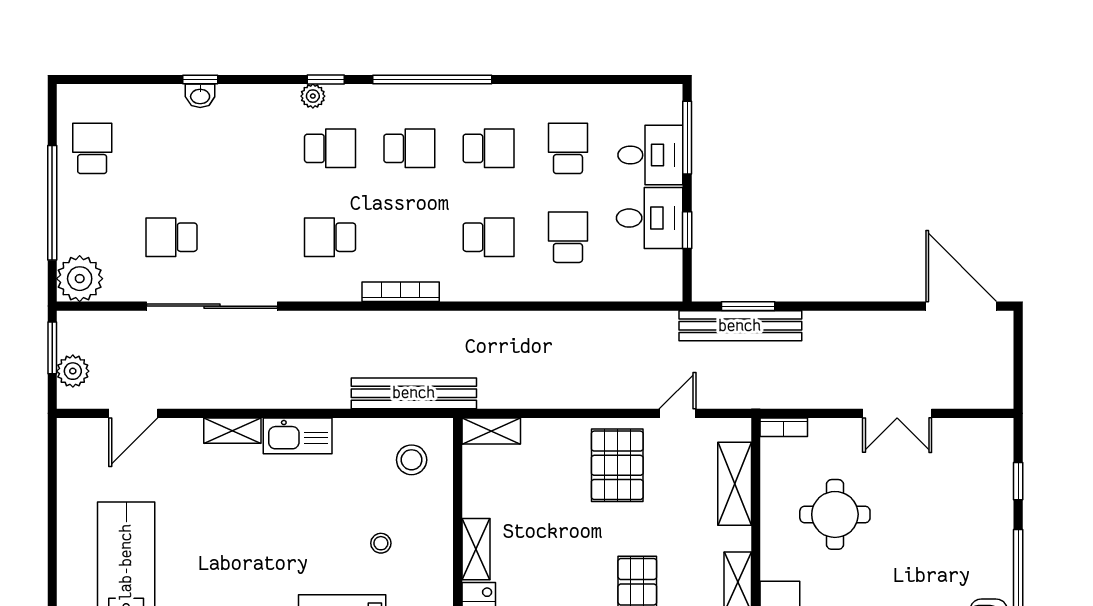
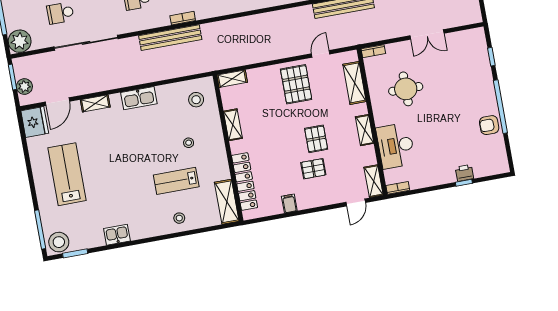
bookcase: (401, 292) -> (183, 18), width x0.64
bench: (414, 393) -> (170, 38), moved
shelving: (232, 431) -> (95, 103), moved
fridge: (80, 446) -> (35, 122), added
shelving: (476, 549) -> (233, 125), moved

